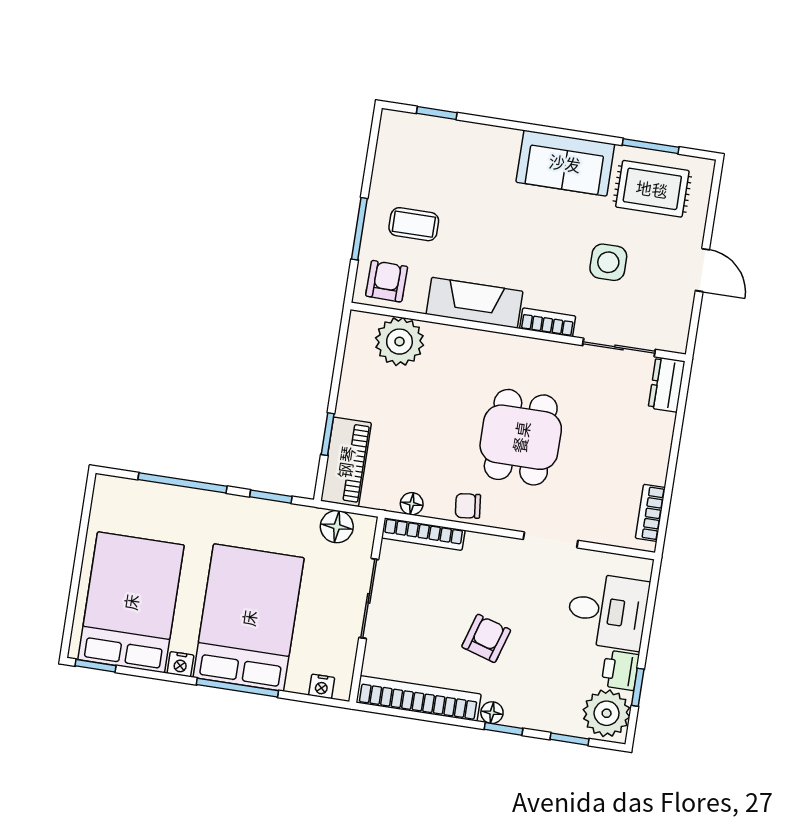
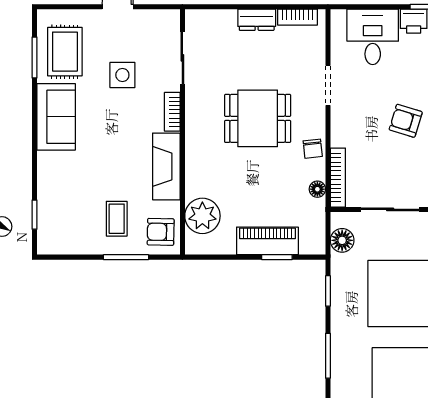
dresser: (667, 385) -> (257, 20), moved
piano: (346, 462) -> (267, 241), moved
window: (183, 483) -> (328, 356), width x0.69

